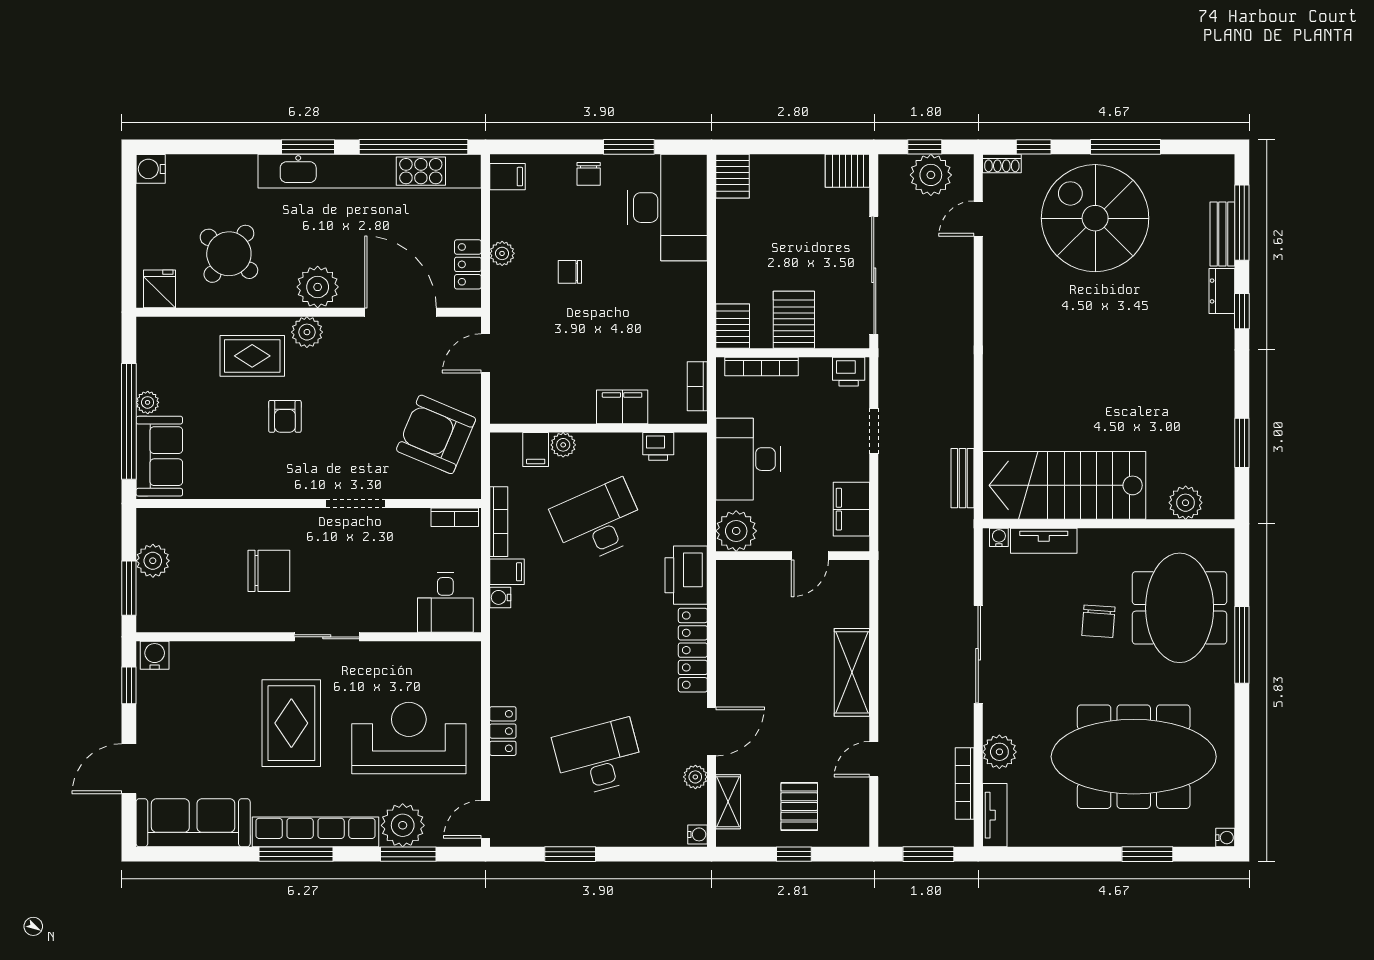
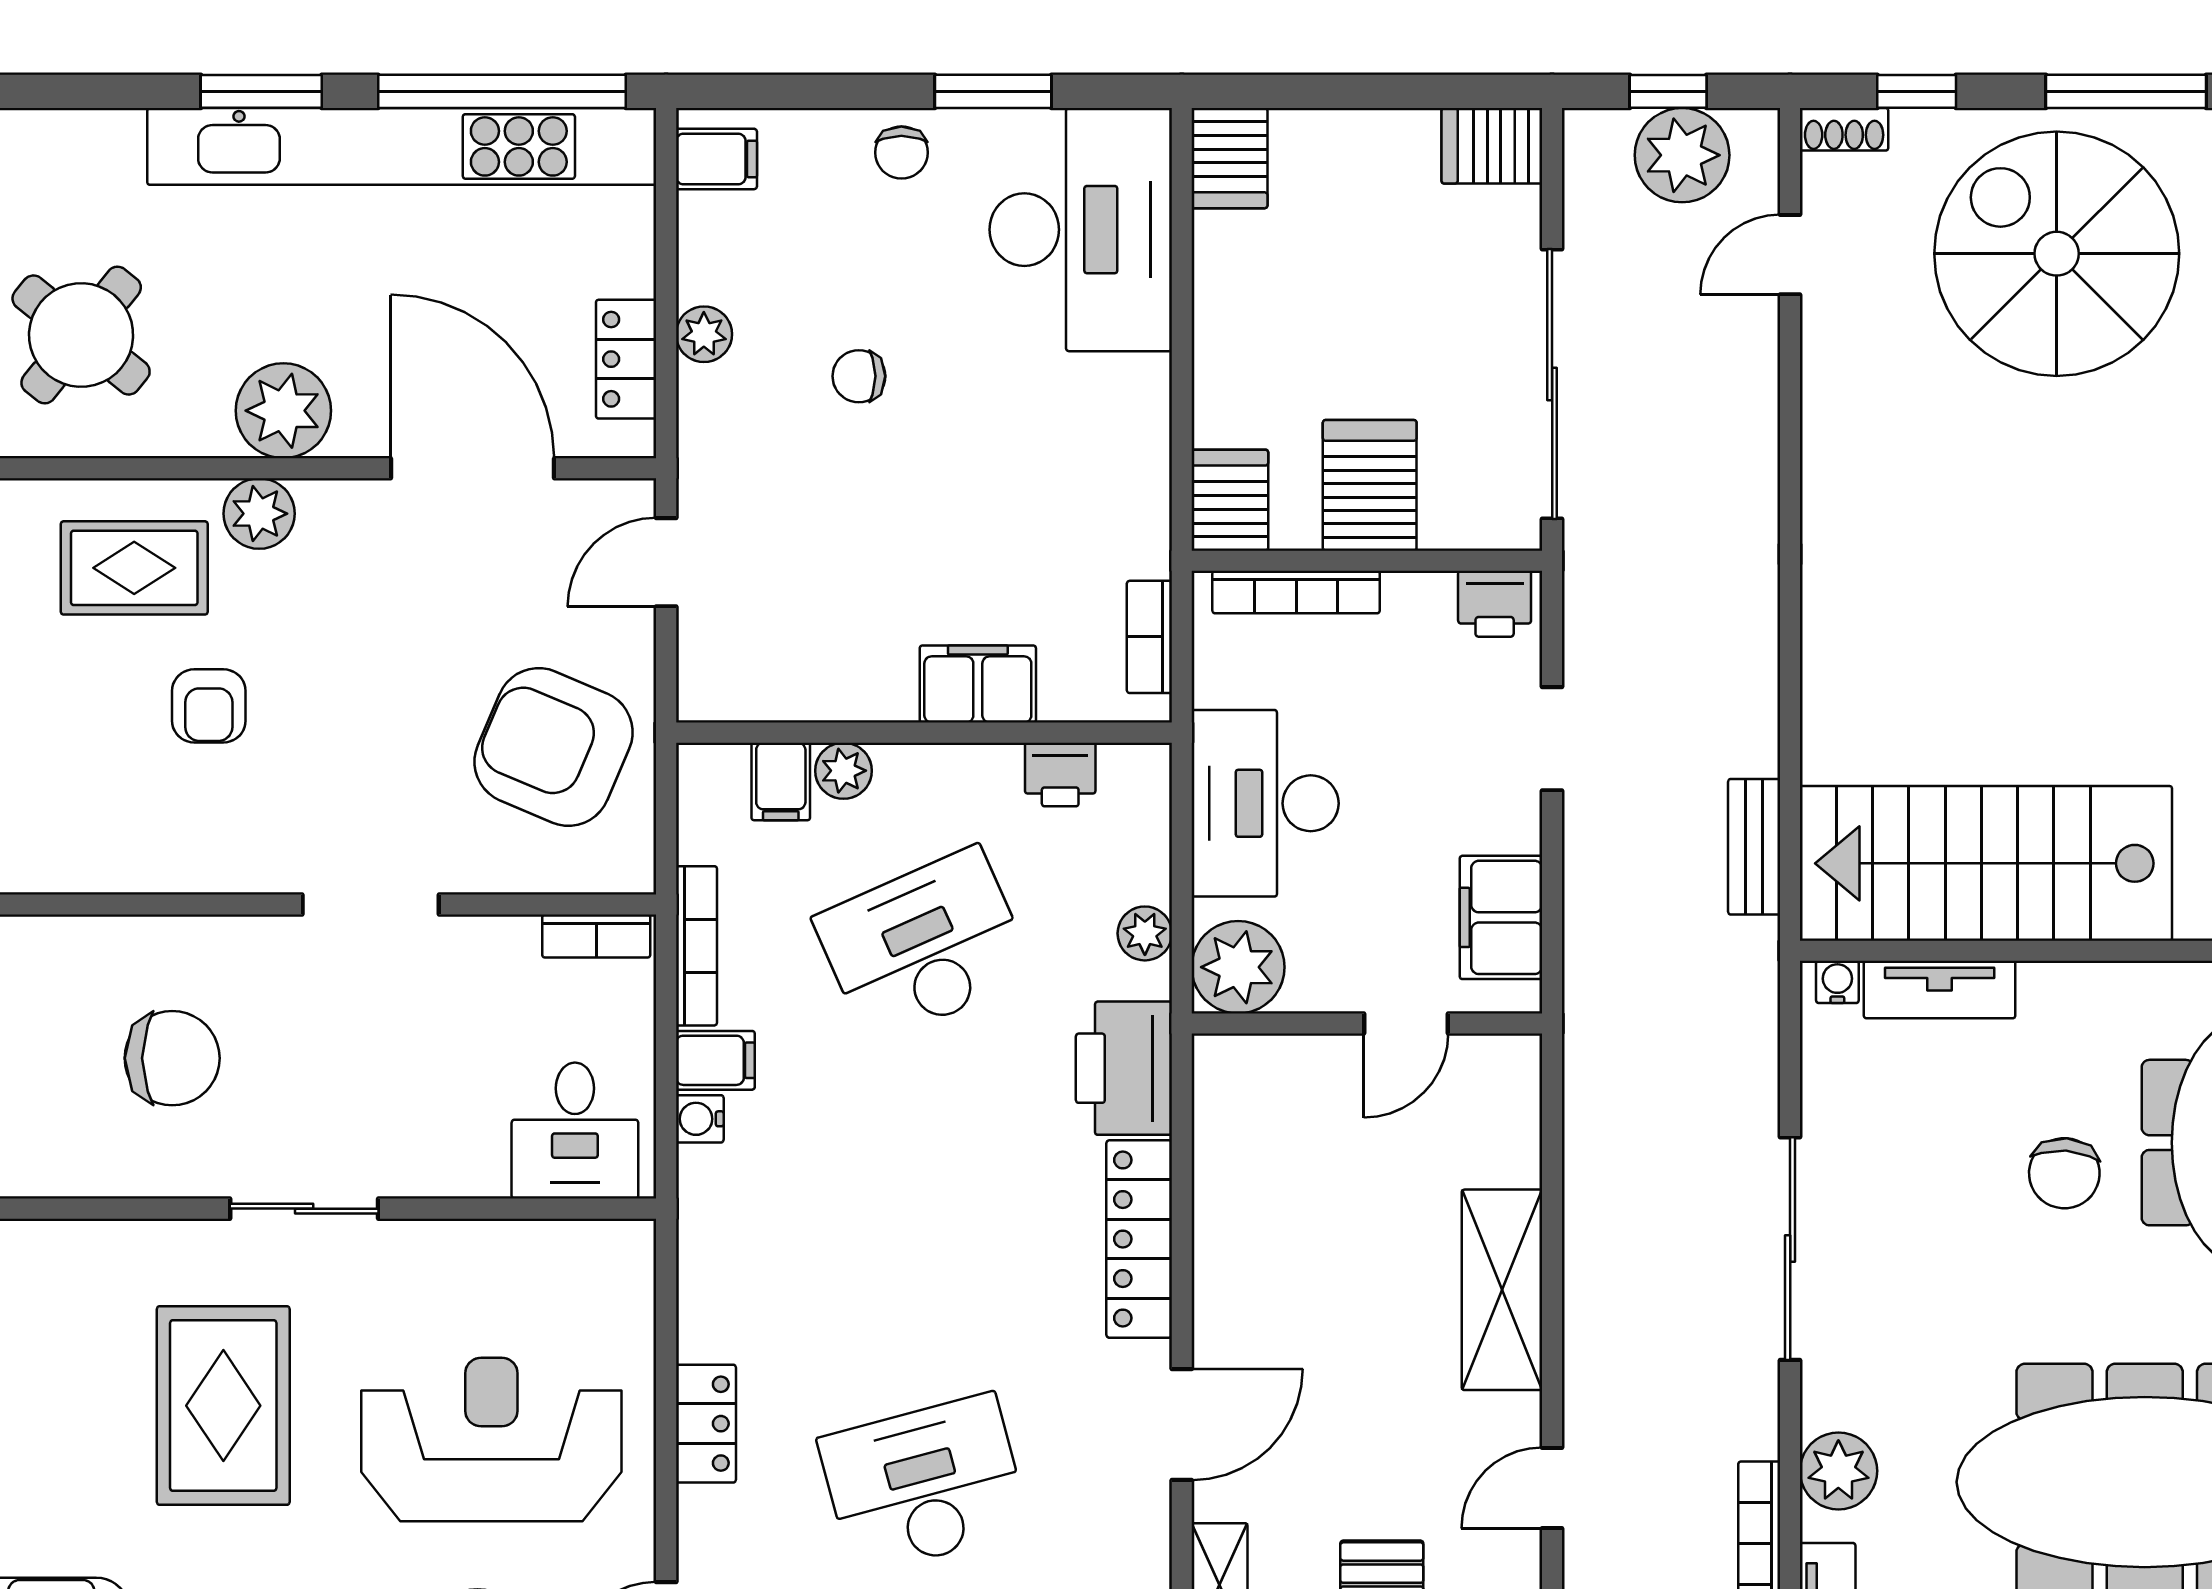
plant: (695, 777) -> (1145, 933), moved

